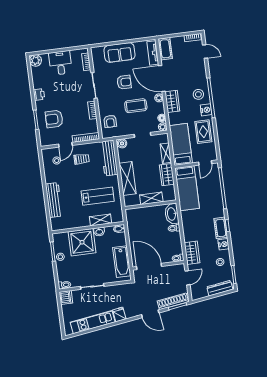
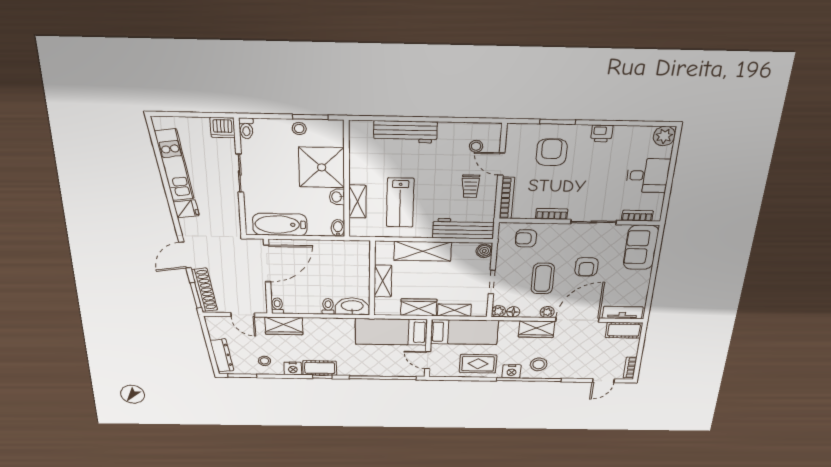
sofa: (119, 53) -> (641, 247), moved

